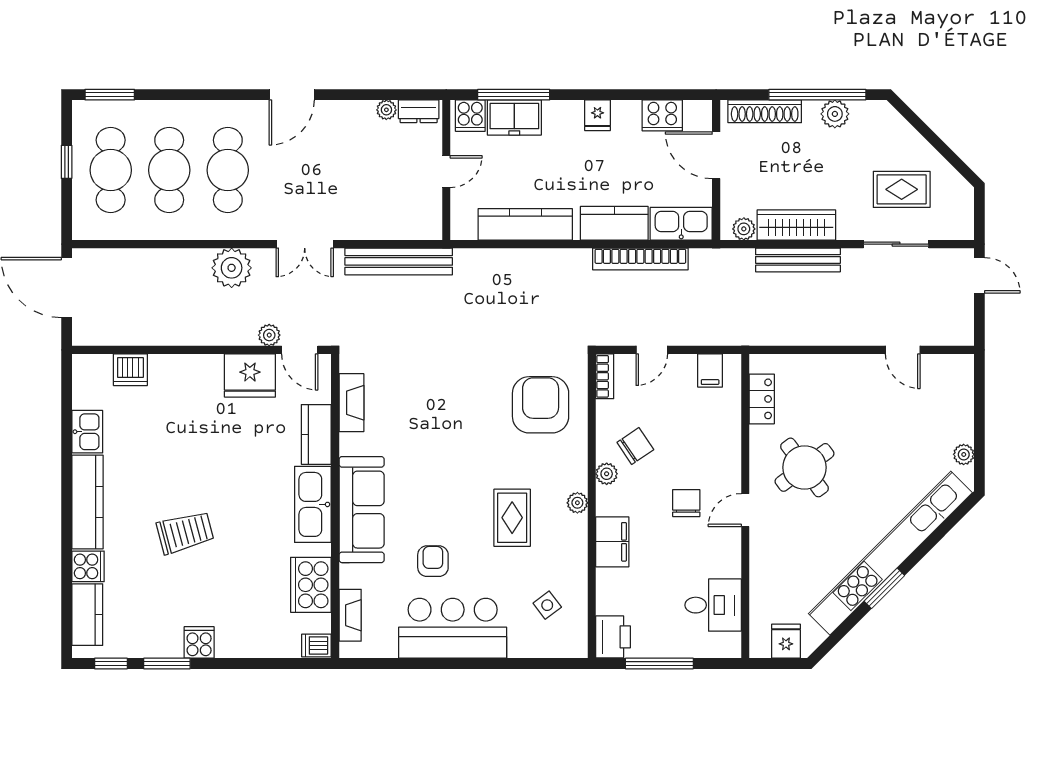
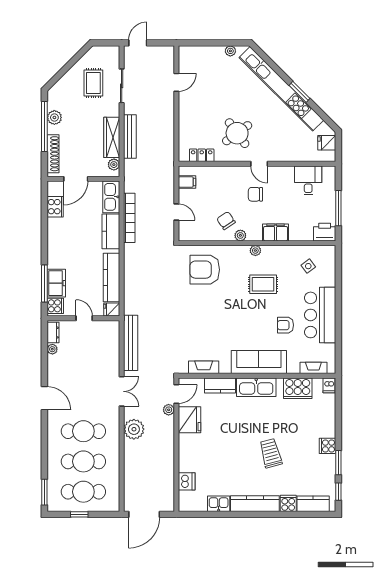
fridge: (597, 115) -> (112, 310), moved, turned 180
bookcase: (605, 376) -> (190, 236), removed

